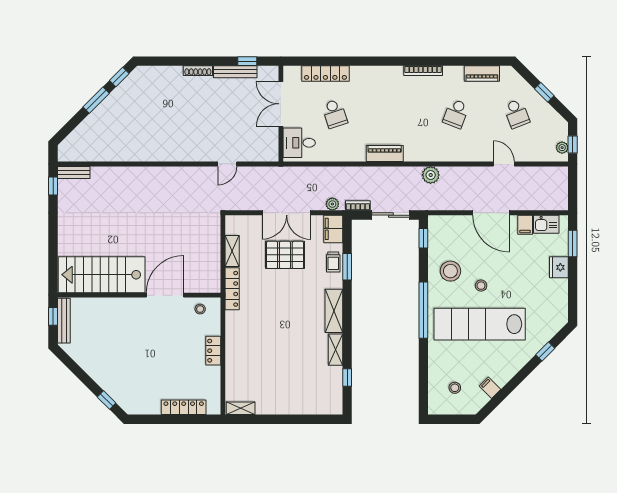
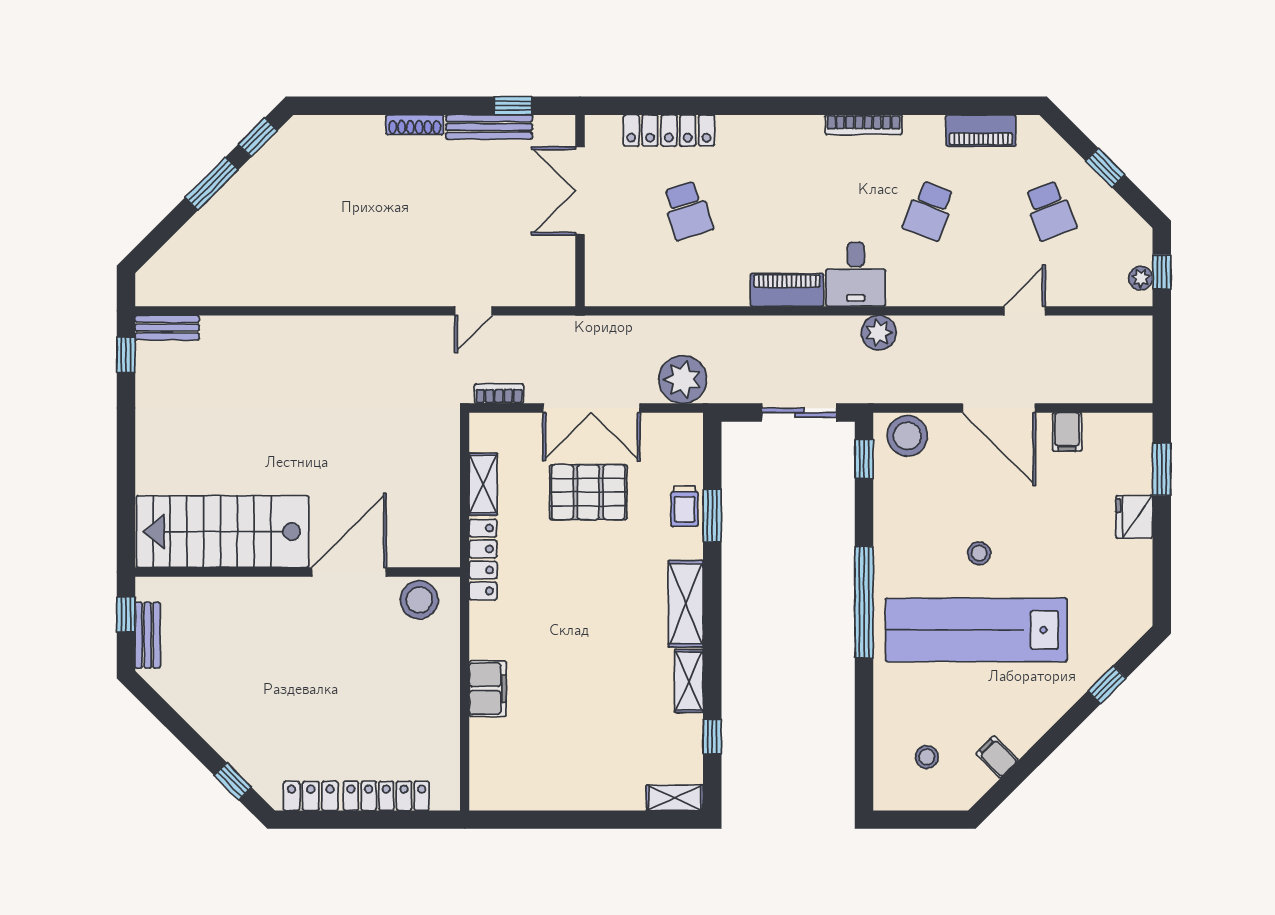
desk: (299, 143) -> (856, 274), moved, turned -90
door: (504, 164) -> (1025, 311), hinge flipped
plant: (332, 204) -> (683, 379), width x1.87, depth x1.87
bookcase: (358, 206) -> (499, 394), moved
kitchen sink: (546, 224) -> (1109, 431), removed
filing cabinet: (333, 229) -> (488, 689), moved, turned 180
stool: (450, 271) -> (907, 436), moved
stool: (200, 309) -> (419, 600), width x1.89, depth x1.89
bench: (64, 321) -> (148, 635), width x0.73
locker: (213, 351) -> (311, 796), moved, turned 90
shelving: (241, 408) -> (675, 798), moved

